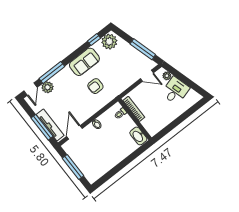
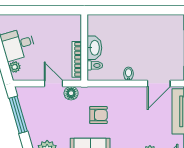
door: (147, 76) -> (54, 83), moved
floor lamp: (122, 86) -> (71, 93), added
washbasin: (138, 136) -> (94, 48), moved

